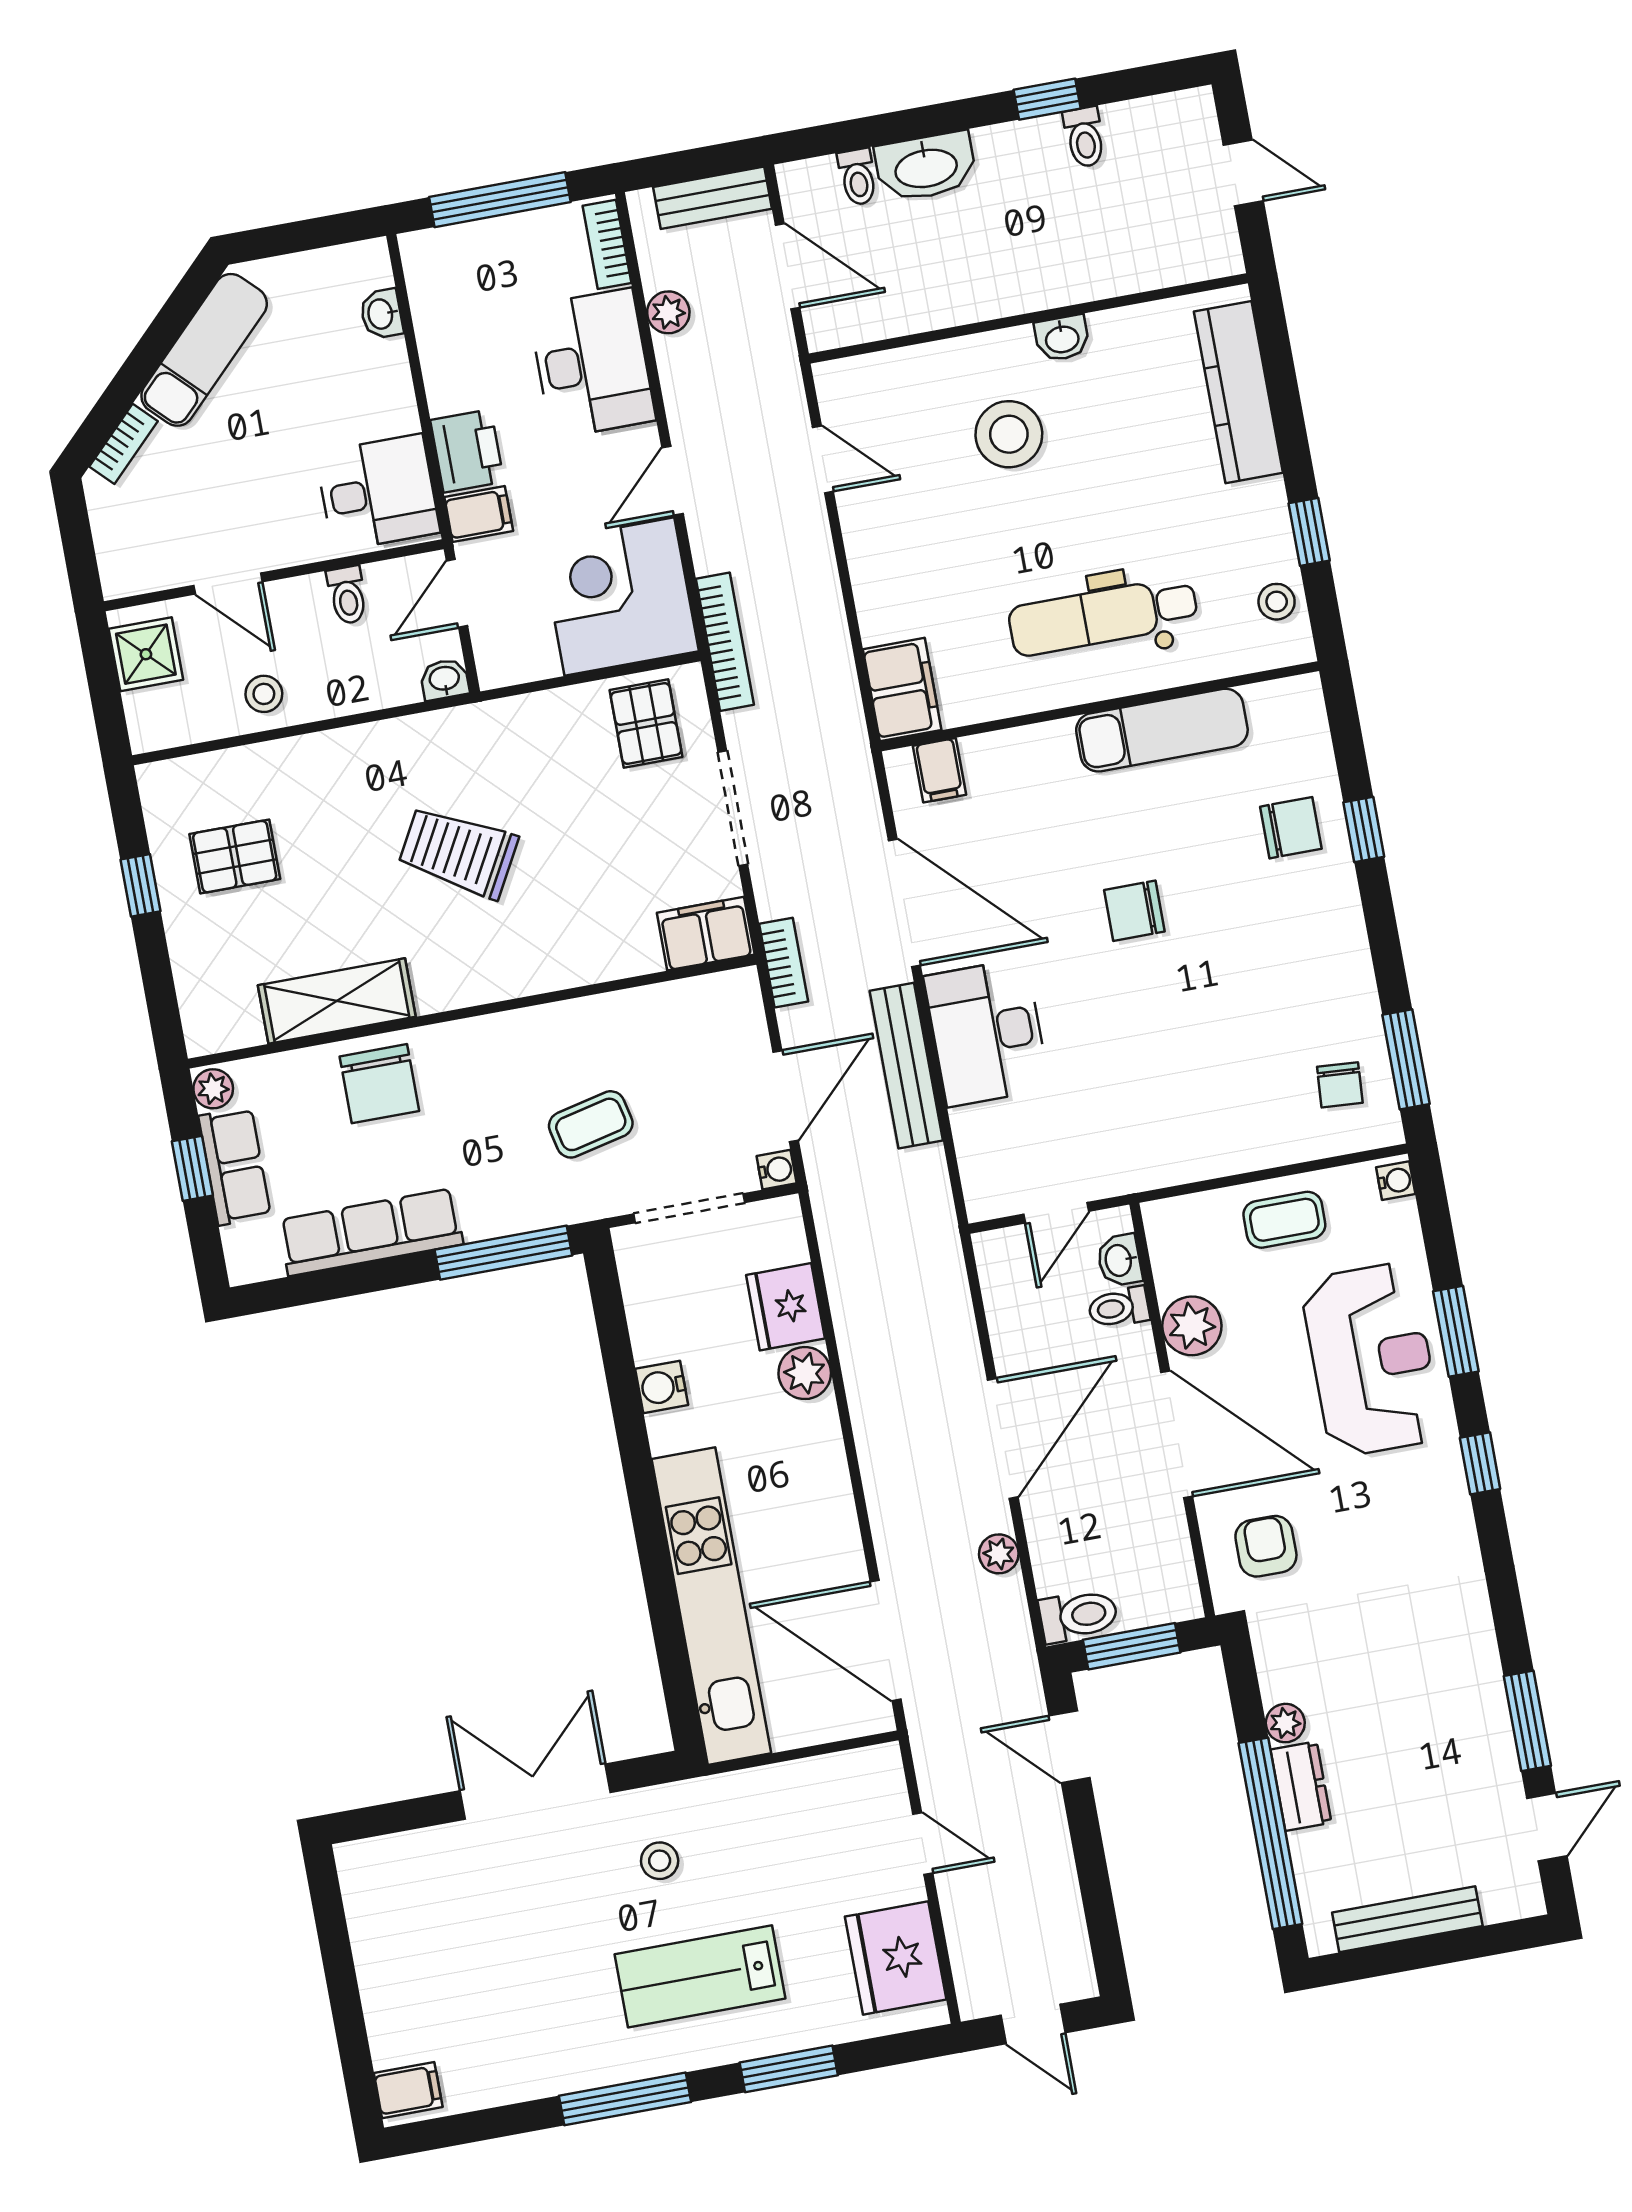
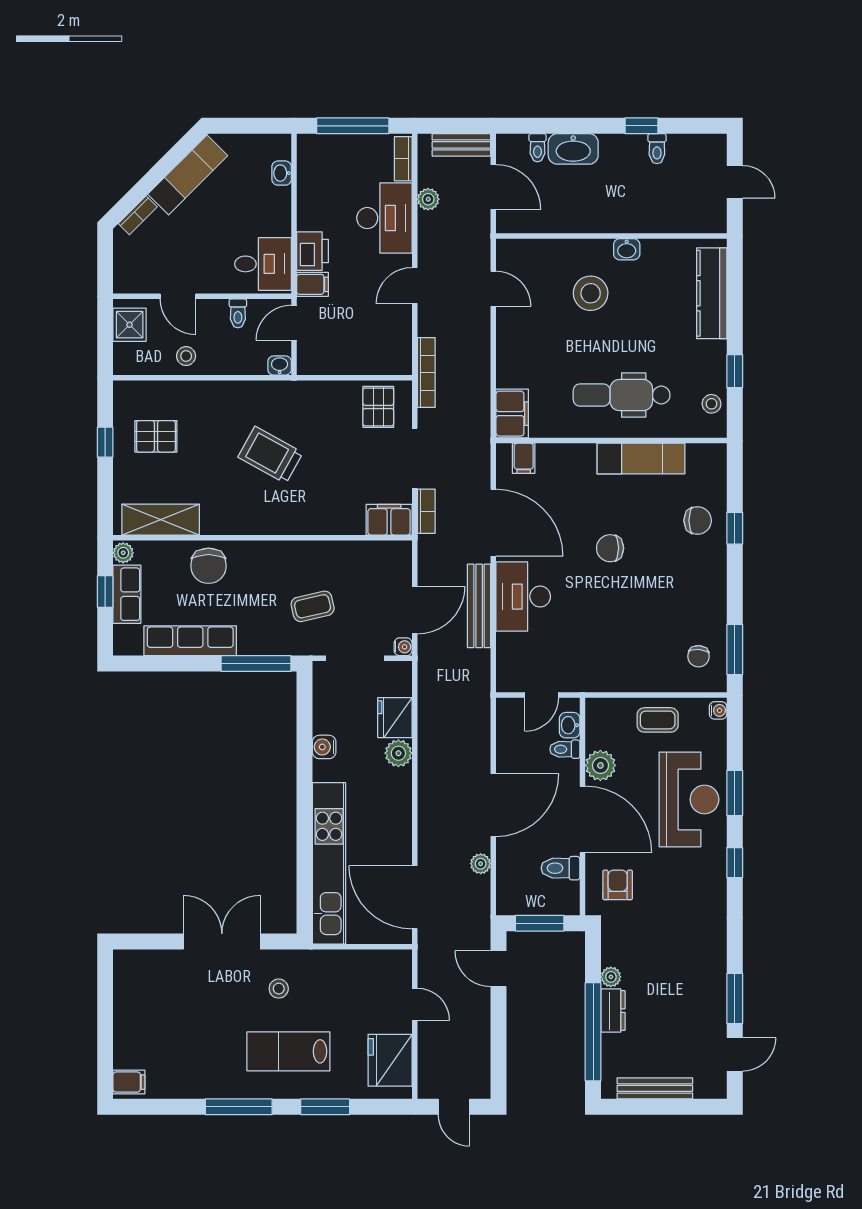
corner desk: (619, 597) -> (377, 340), removed
bookcase: (784, 963) -> (426, 511), moved
shelving: (337, 1001) -> (161, 520), moved
toilet: (1078, 1616) -> (560, 868), moved, turned 180

